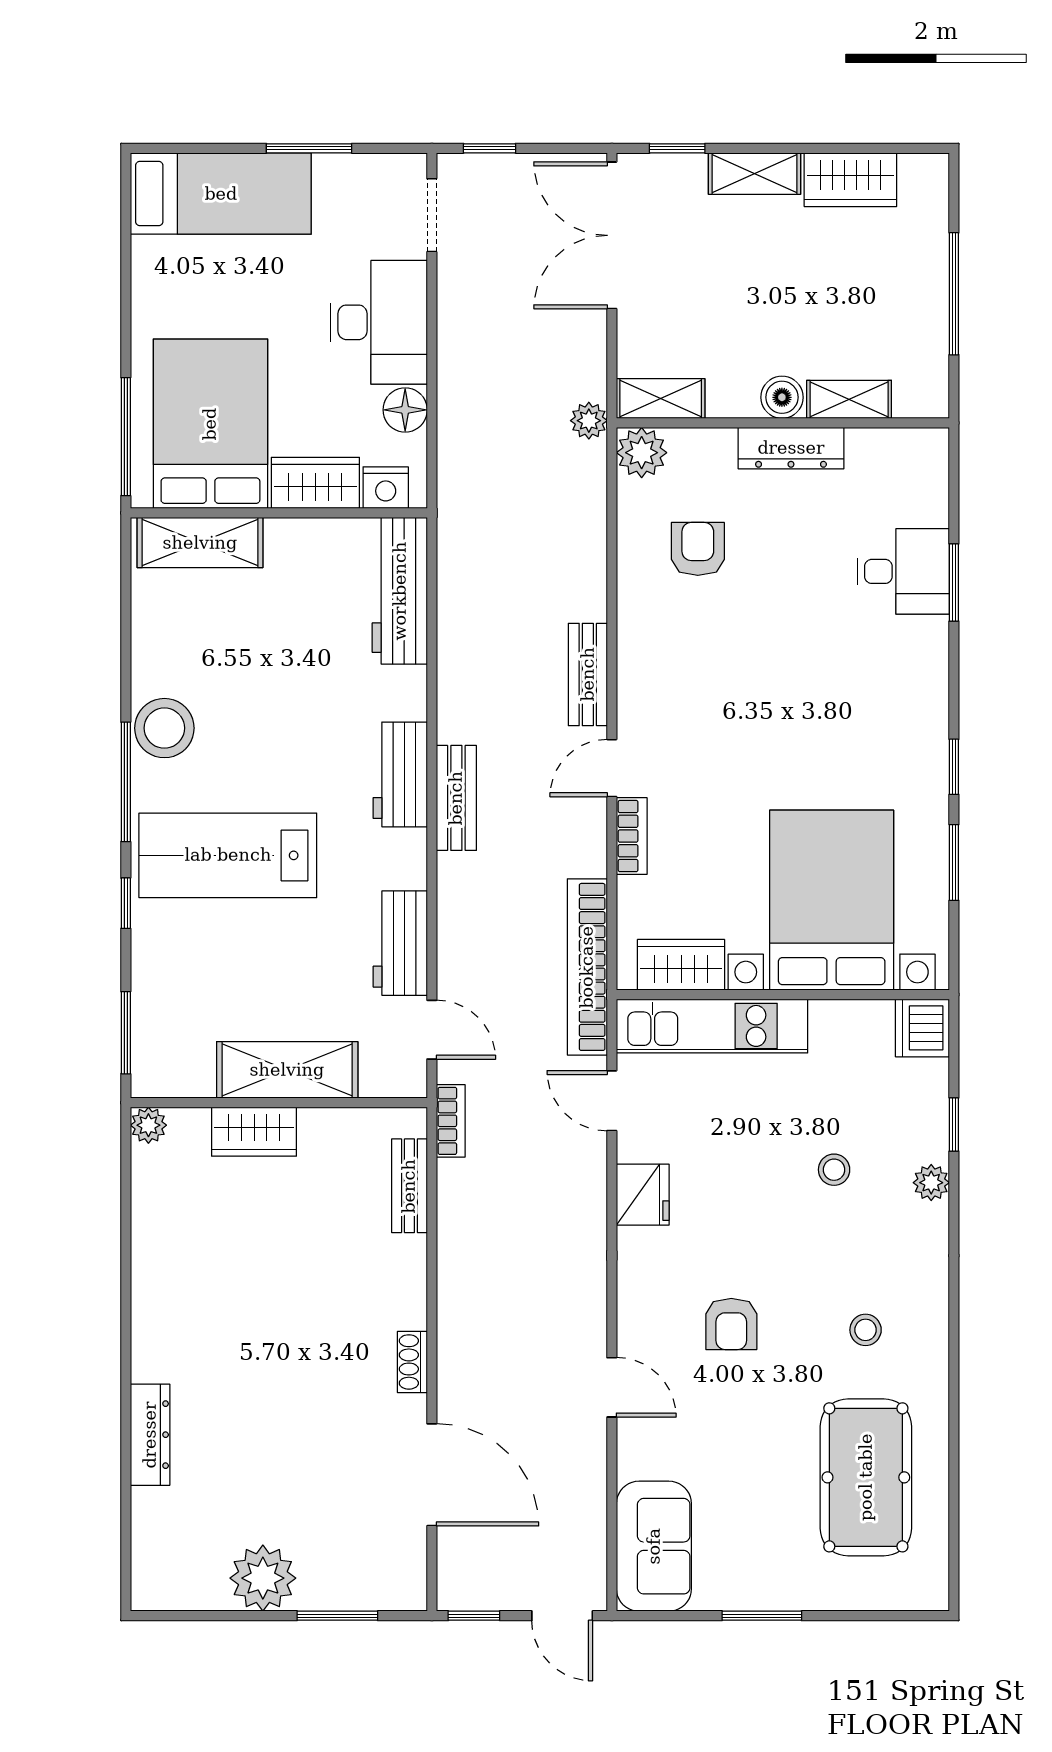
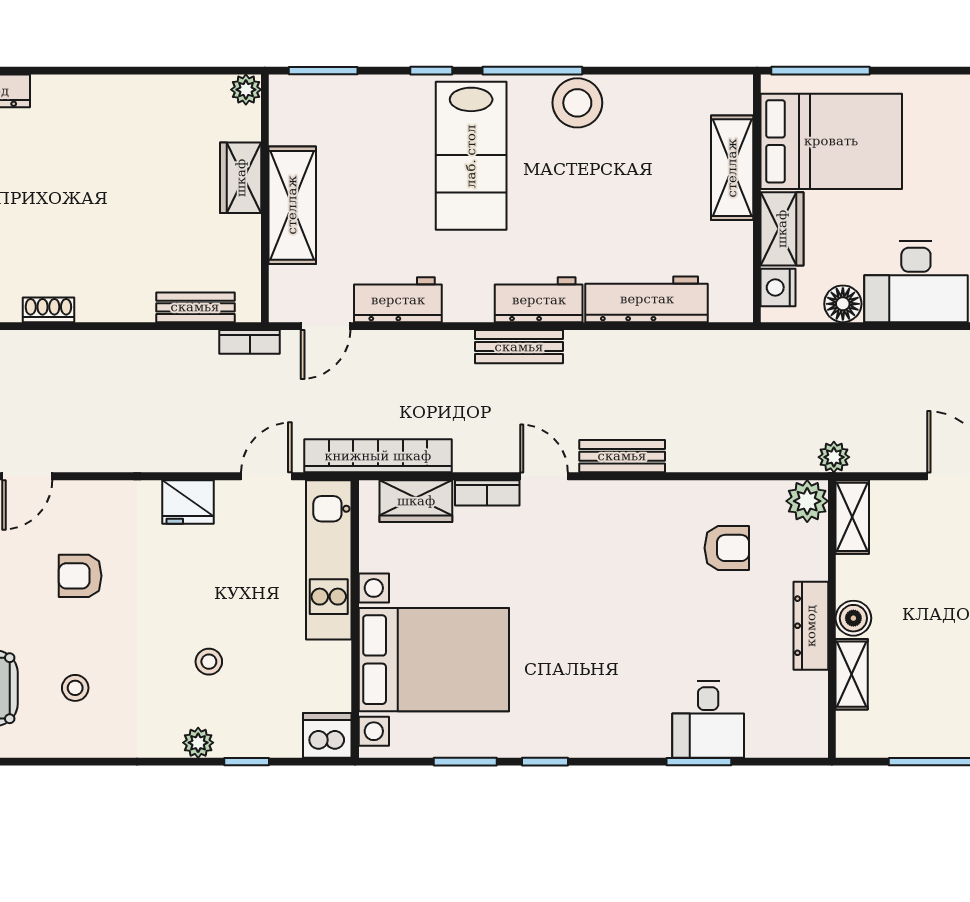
shelving: (200, 543) -> (732, 168), moved
workbench: (400, 591) -> (647, 299), moved
lab bench: (228, 855) -> (471, 156), turned 180
wardrobe: (681, 965) -> (416, 501), moved, turned 90

